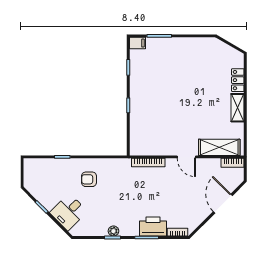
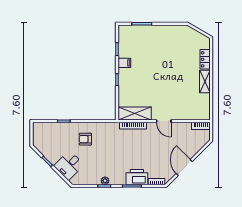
filing cabinet: (137, 43) -> (124, 63), moved
shelving: (219, 147) -> (135, 113), moved
door: (223, 204) -> (184, 168), moved

